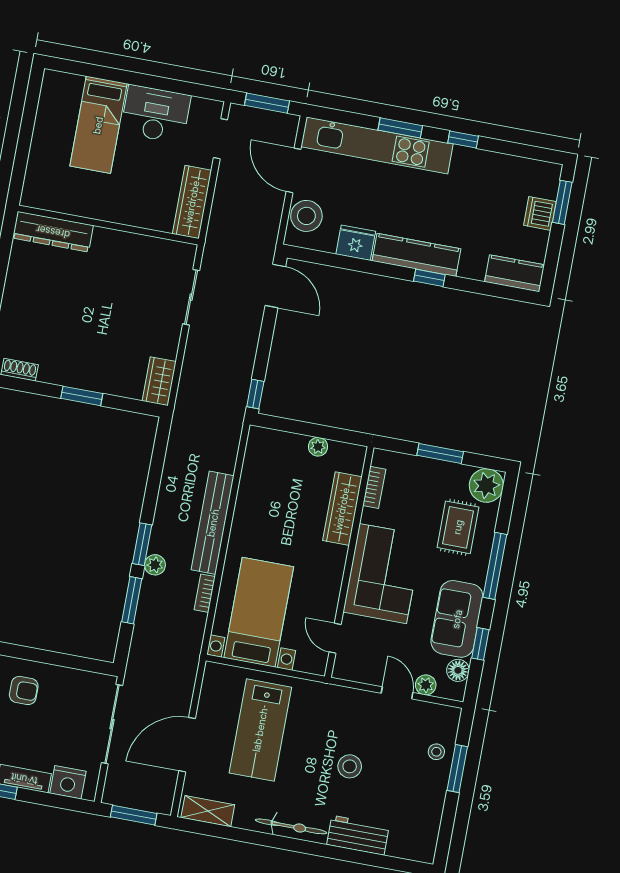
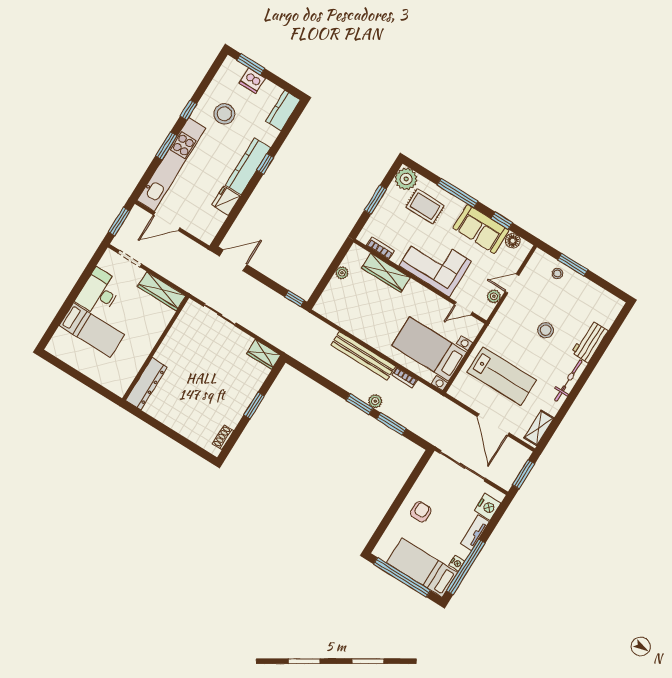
stool: (306, 216) -> (224, 114), moved
plant: (426, 685) -> (494, 296), moved

